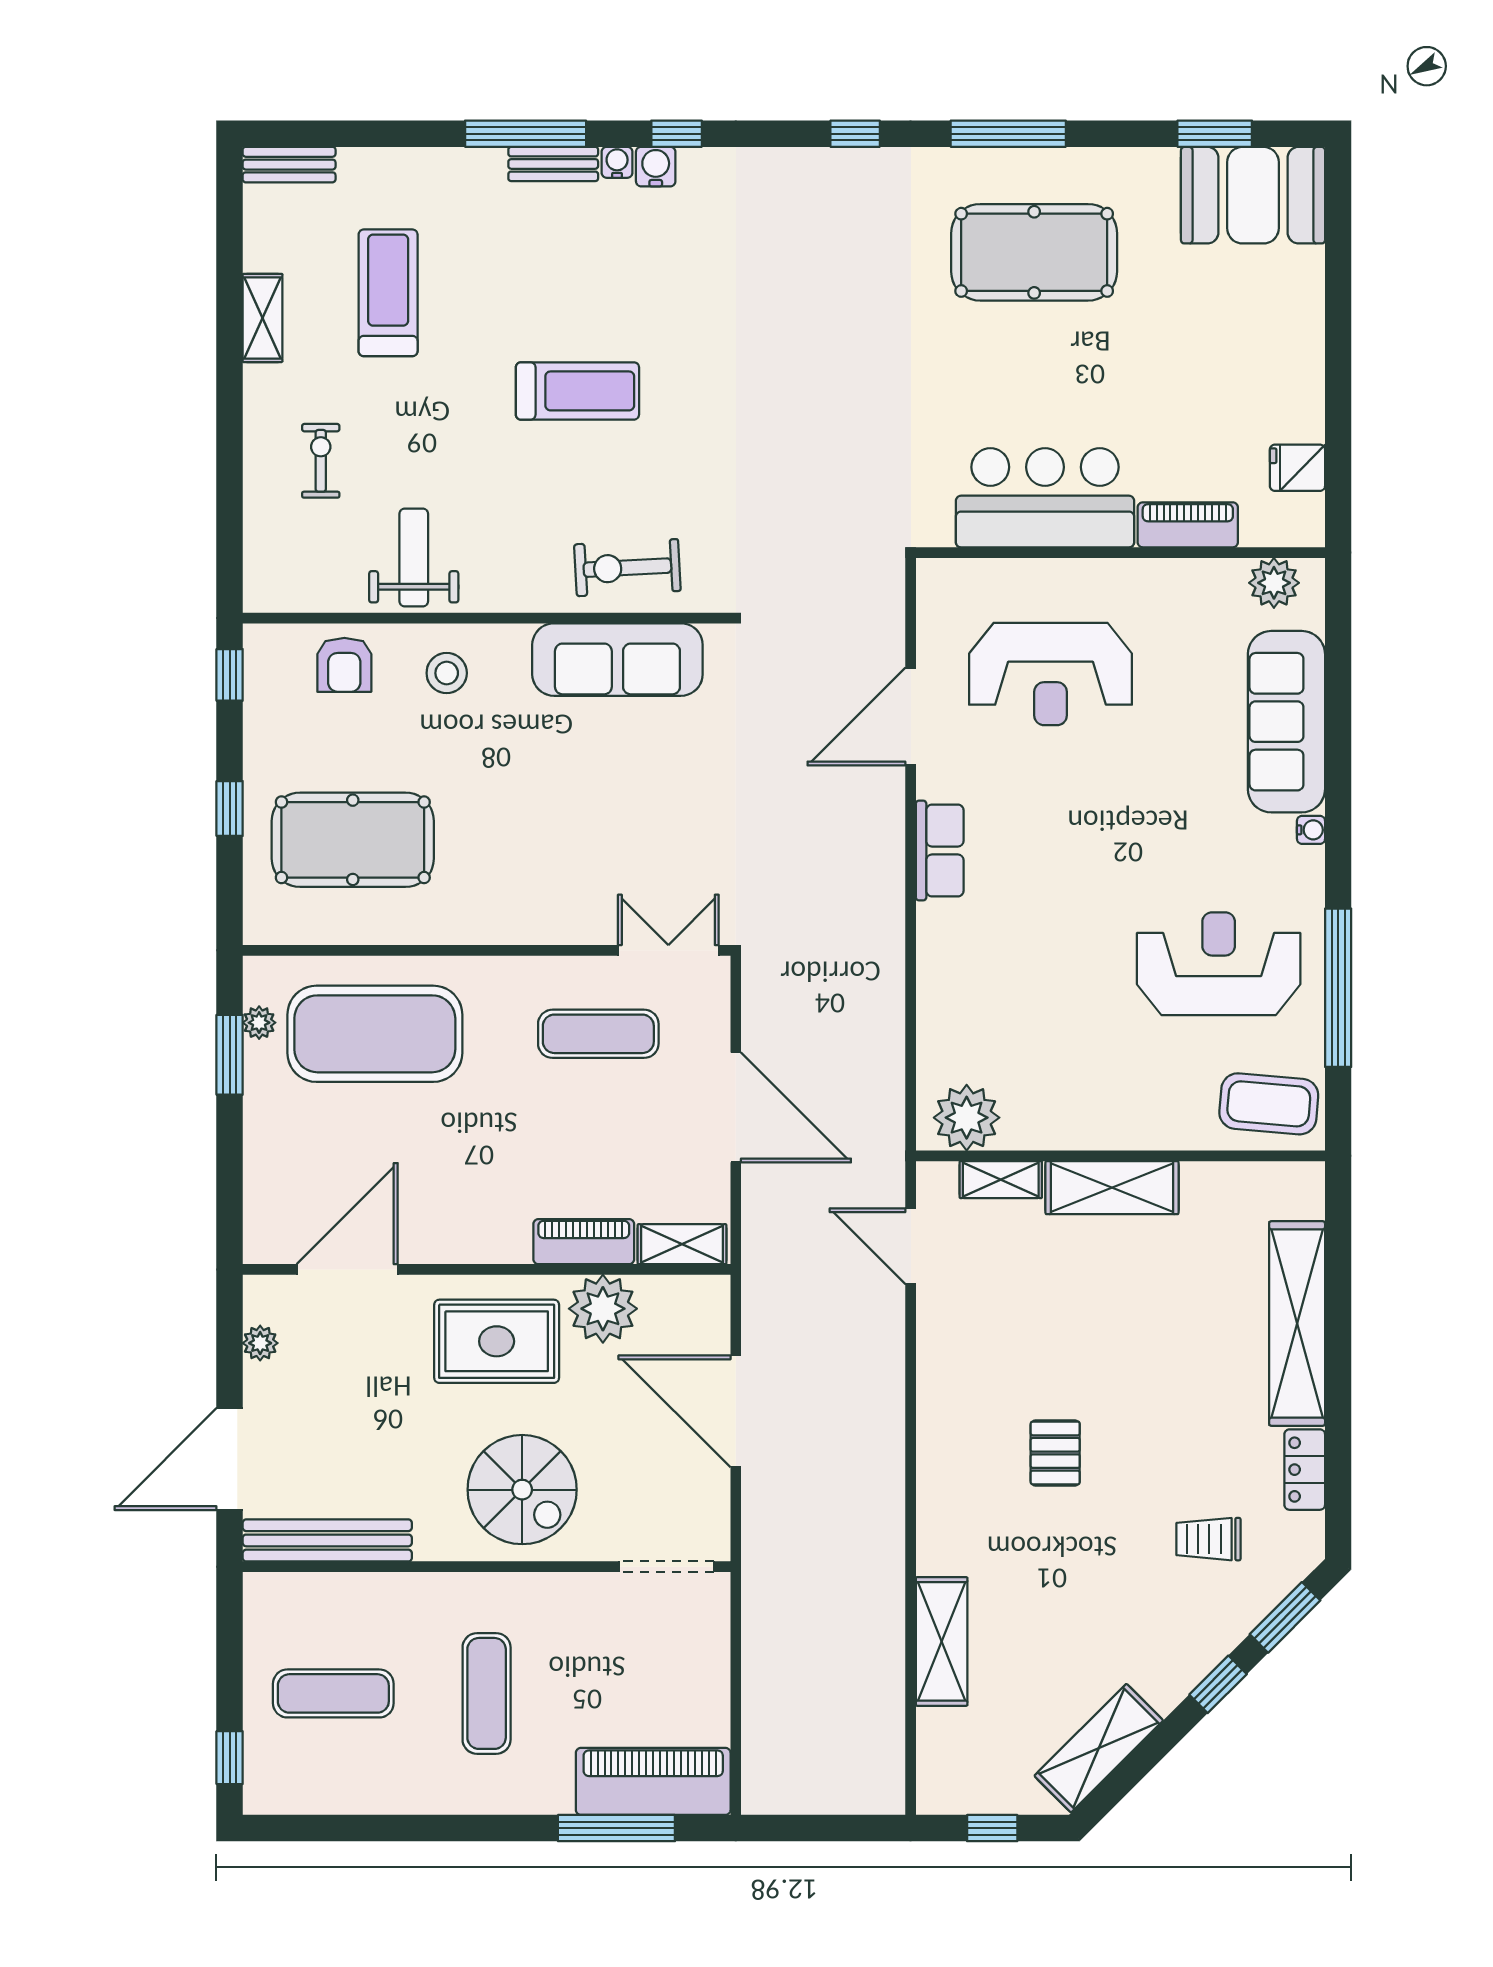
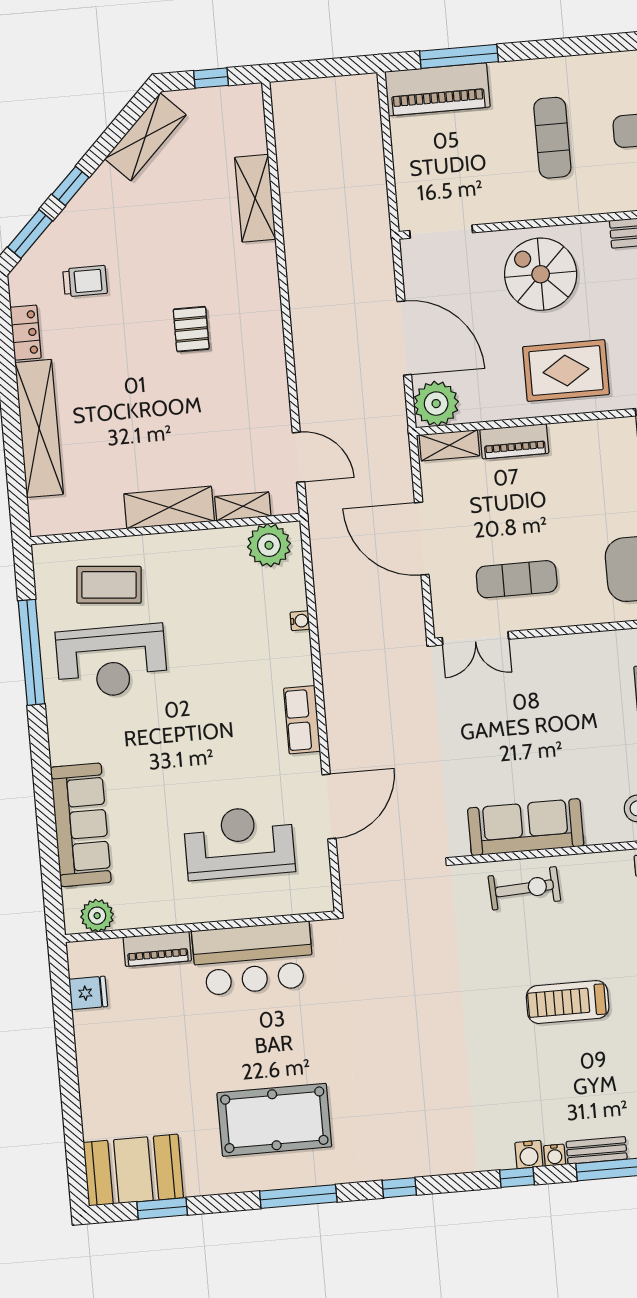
water cooler: (1311, 830) -> (300, 621), moved, turned 180
coffee table: (1269, 1104) -> (109, 585), moved
plant: (603, 1309) -> (436, 404), moved

